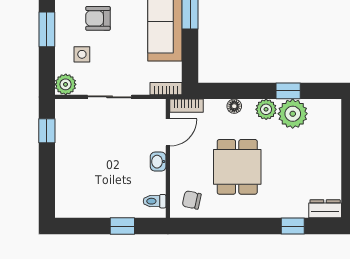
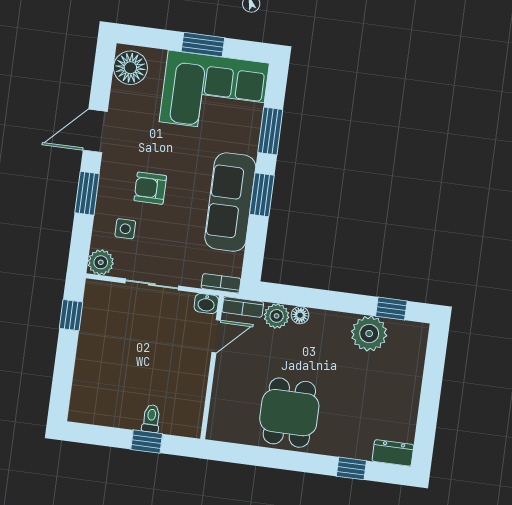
window: (288, 91) -> (391, 309), moved
plant: (266, 109) -> (277, 316), moved
washbasin: (158, 162) -> (206, 304), moved, turned -90
dining table: (237, 167) -> (289, 413), moved
chair: (192, 200) -> (234, 421), removed
toilet: (155, 201) -> (151, 419), moved, turned 90

